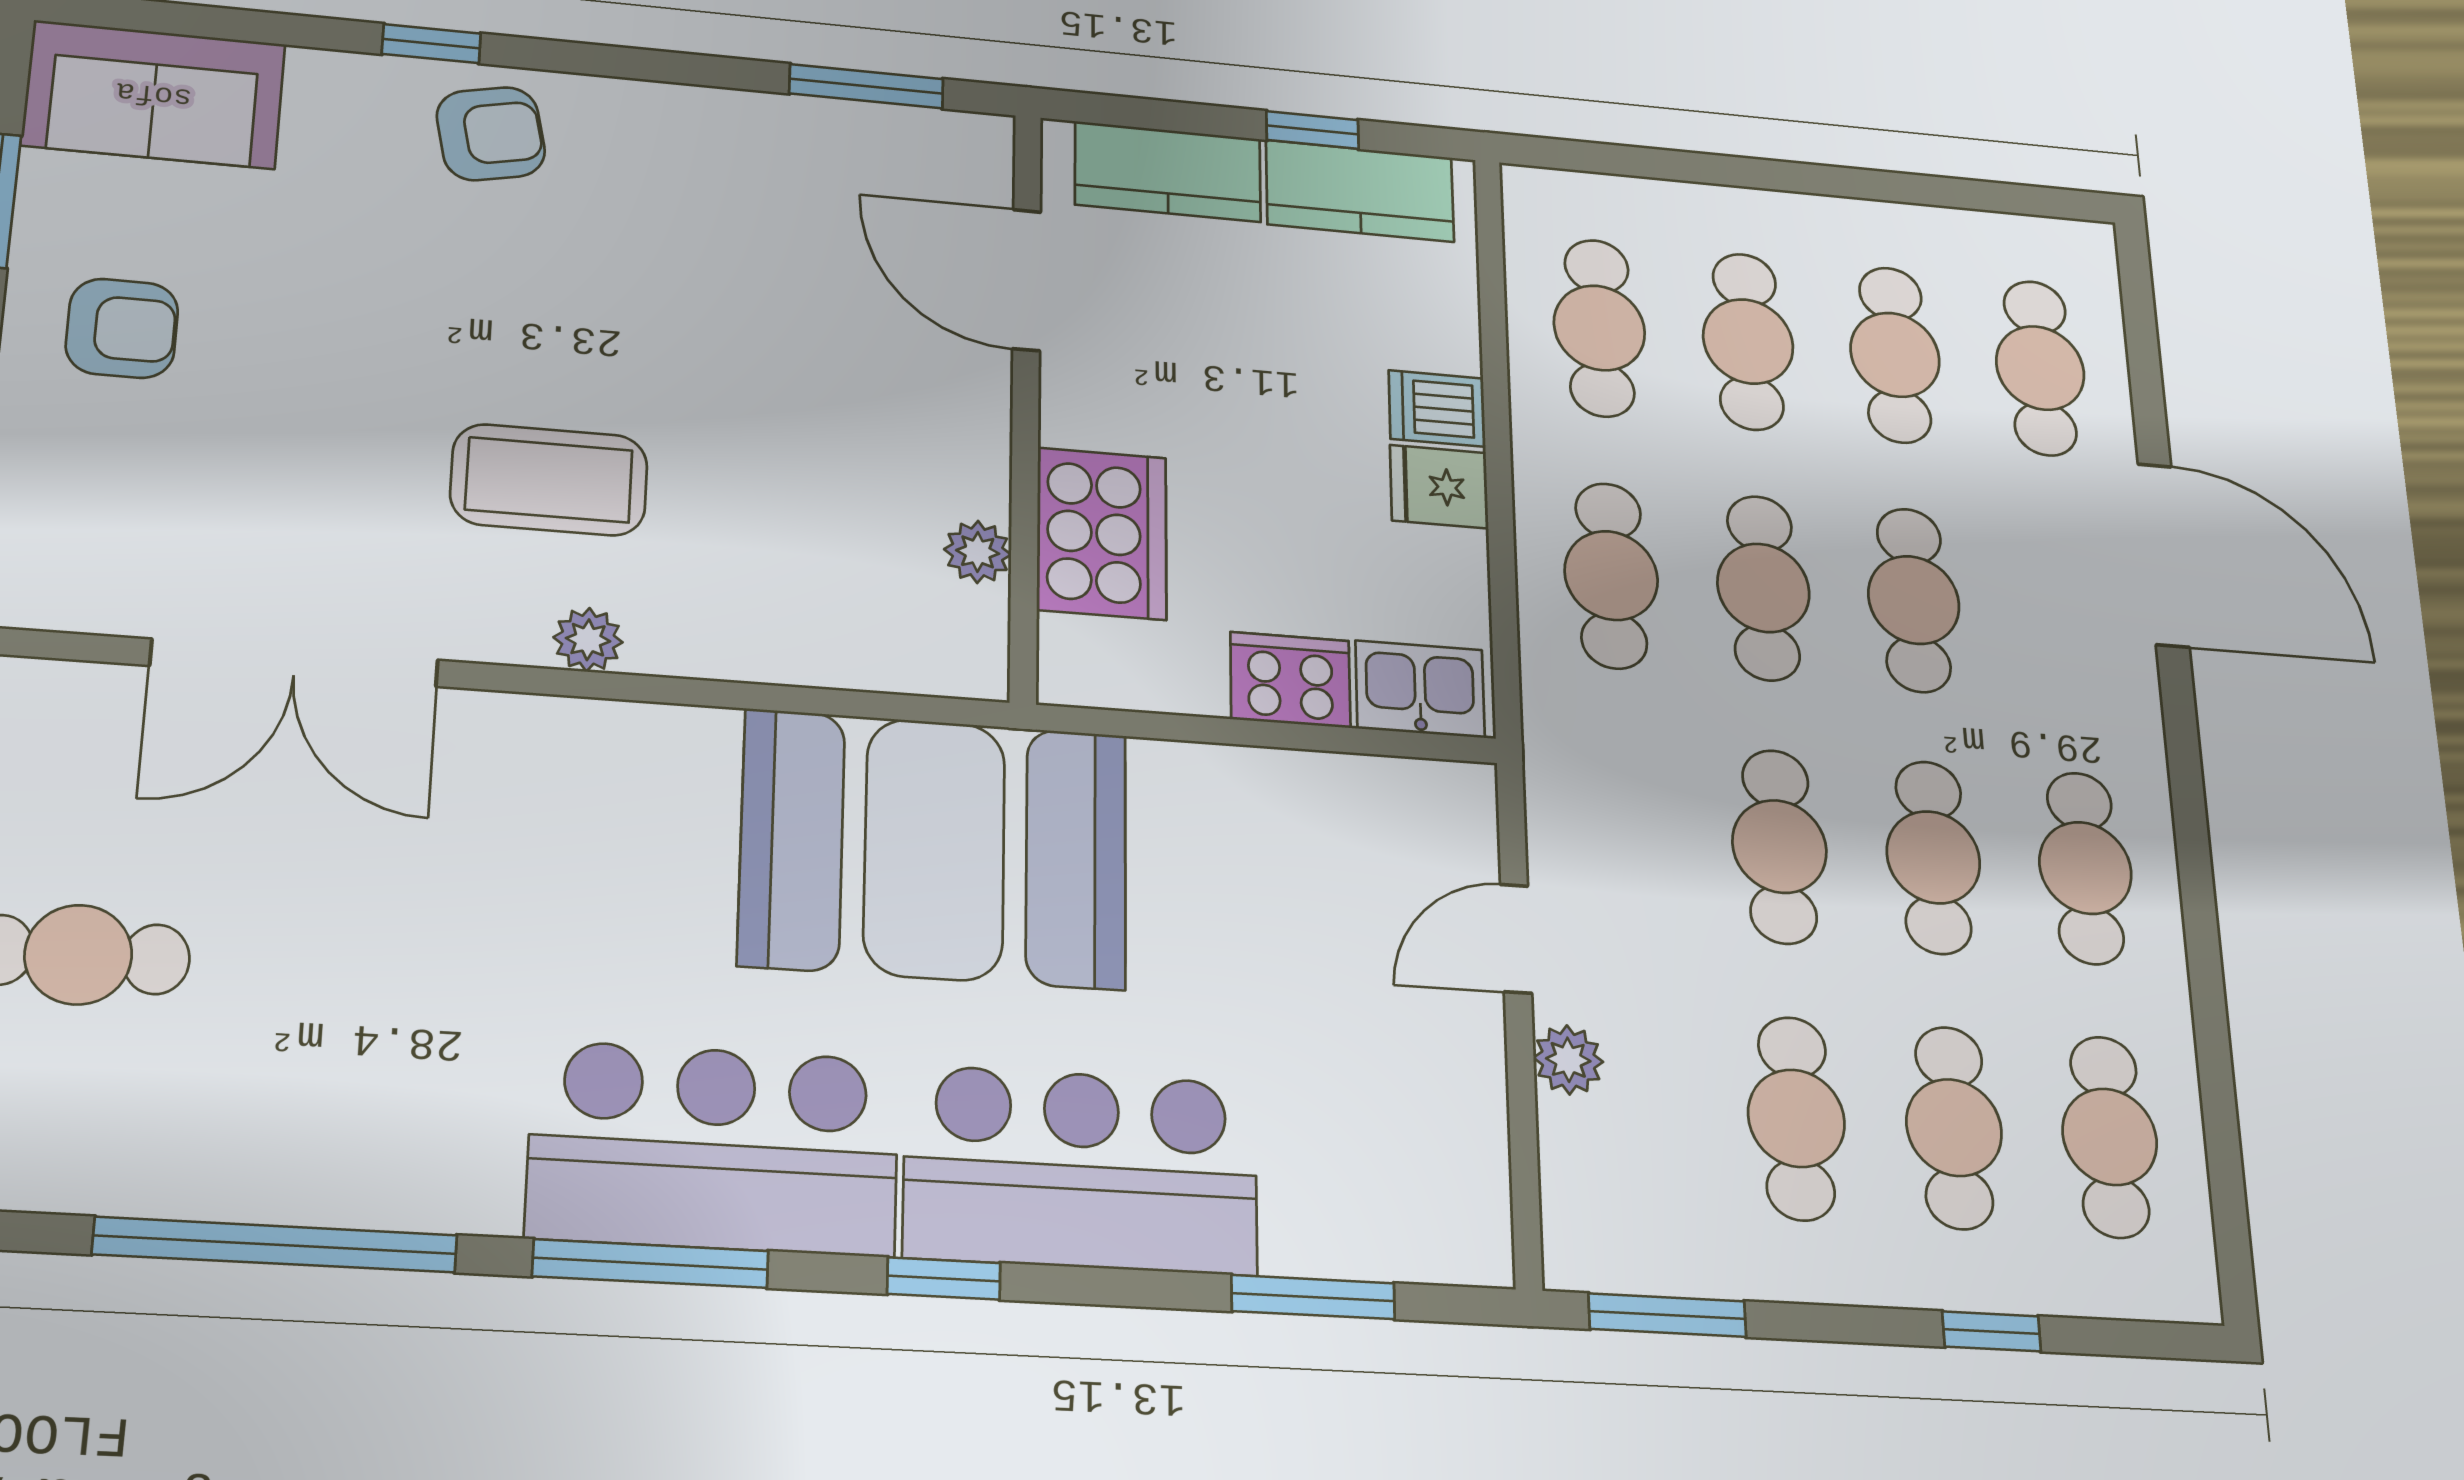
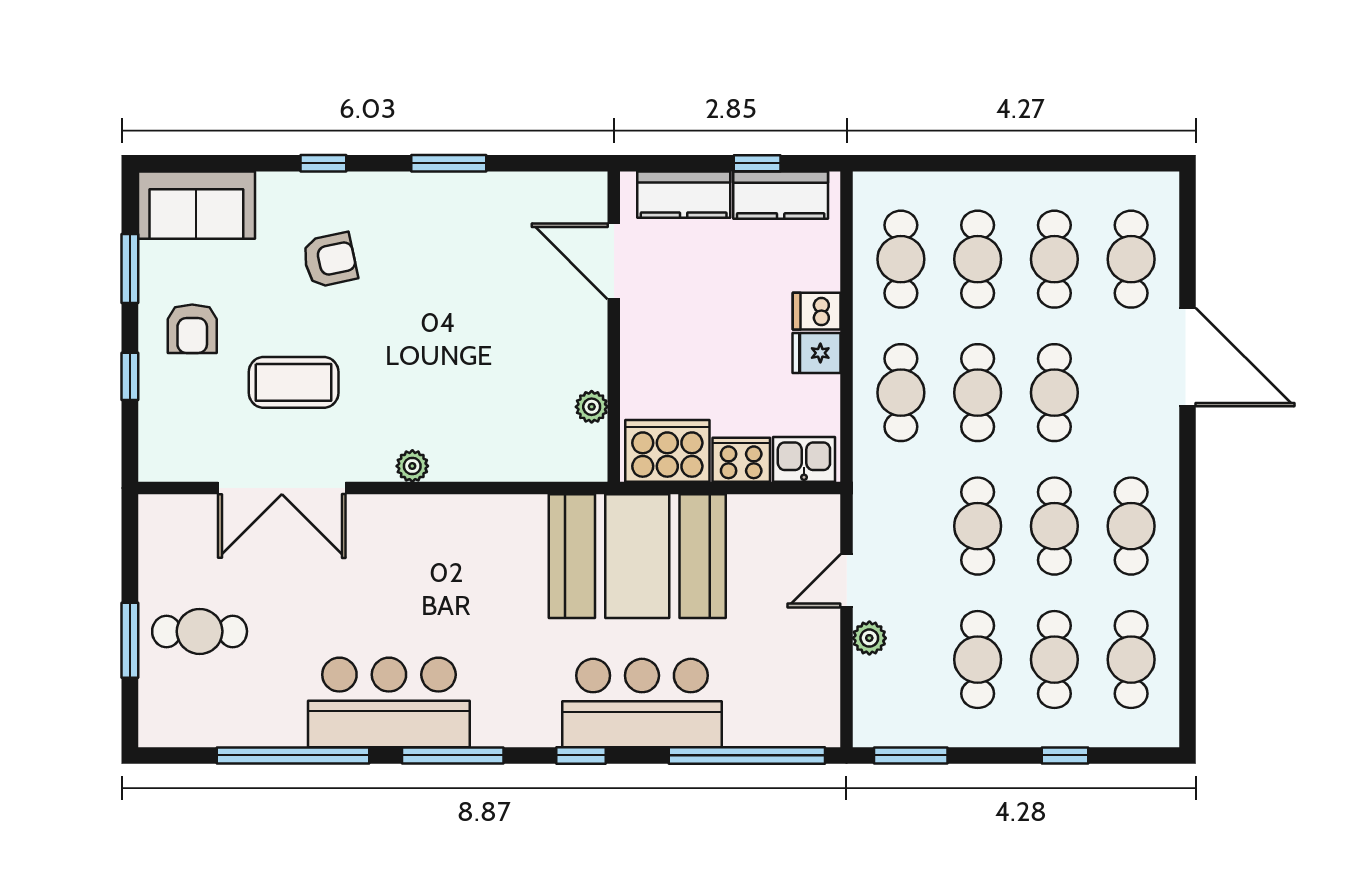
window: (866, 86) -> (449, 163), moved
armchair: (491, 134) -> (330, 260), moved
armchair: (122, 328) -> (192, 329), turned 90
coffee table: (549, 480) -> (294, 382), moved
cooker: (1102, 533) -> (667, 451), moved, turned -90
booth: (934, 849) -> (637, 556), moved
bar counter: (714, 1148) -> (389, 702), moved
window: (1313, 1297) -> (747, 755), width x2.11

